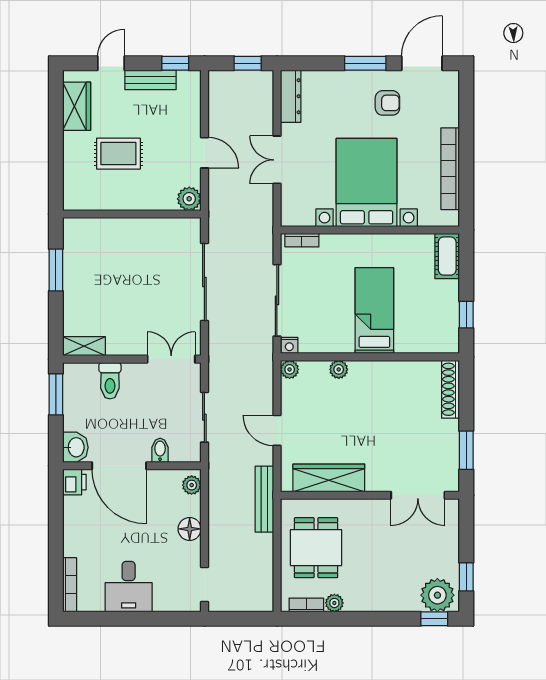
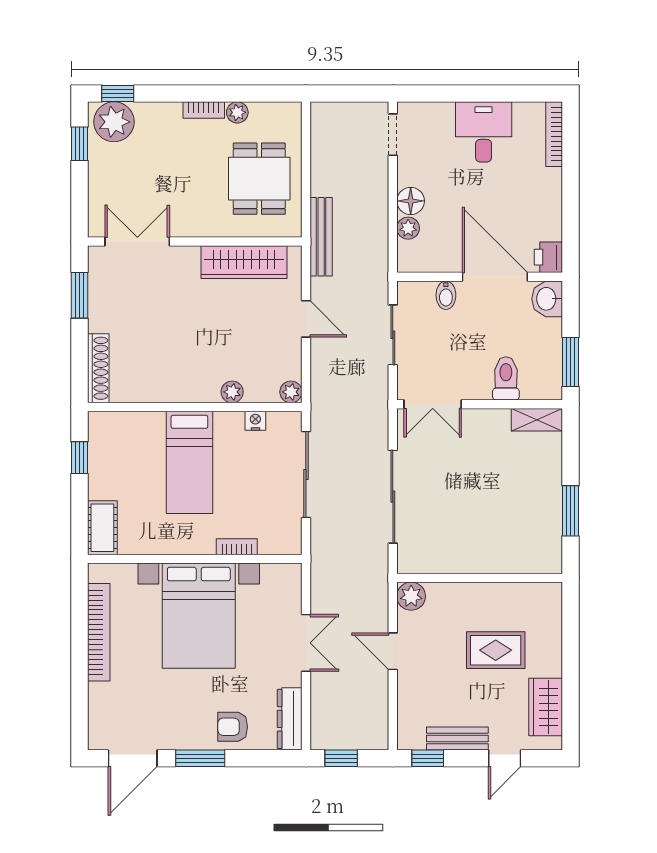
armchair: (387, 103) -> (233, 727), moved
bookcase: (302, 240) -> (237, 547), moved
nightstand: (289, 345) -> (255, 421), moved
plant: (192, 485) -> (408, 228), moved
bookcase: (306, 605) -> (204, 110), moved

